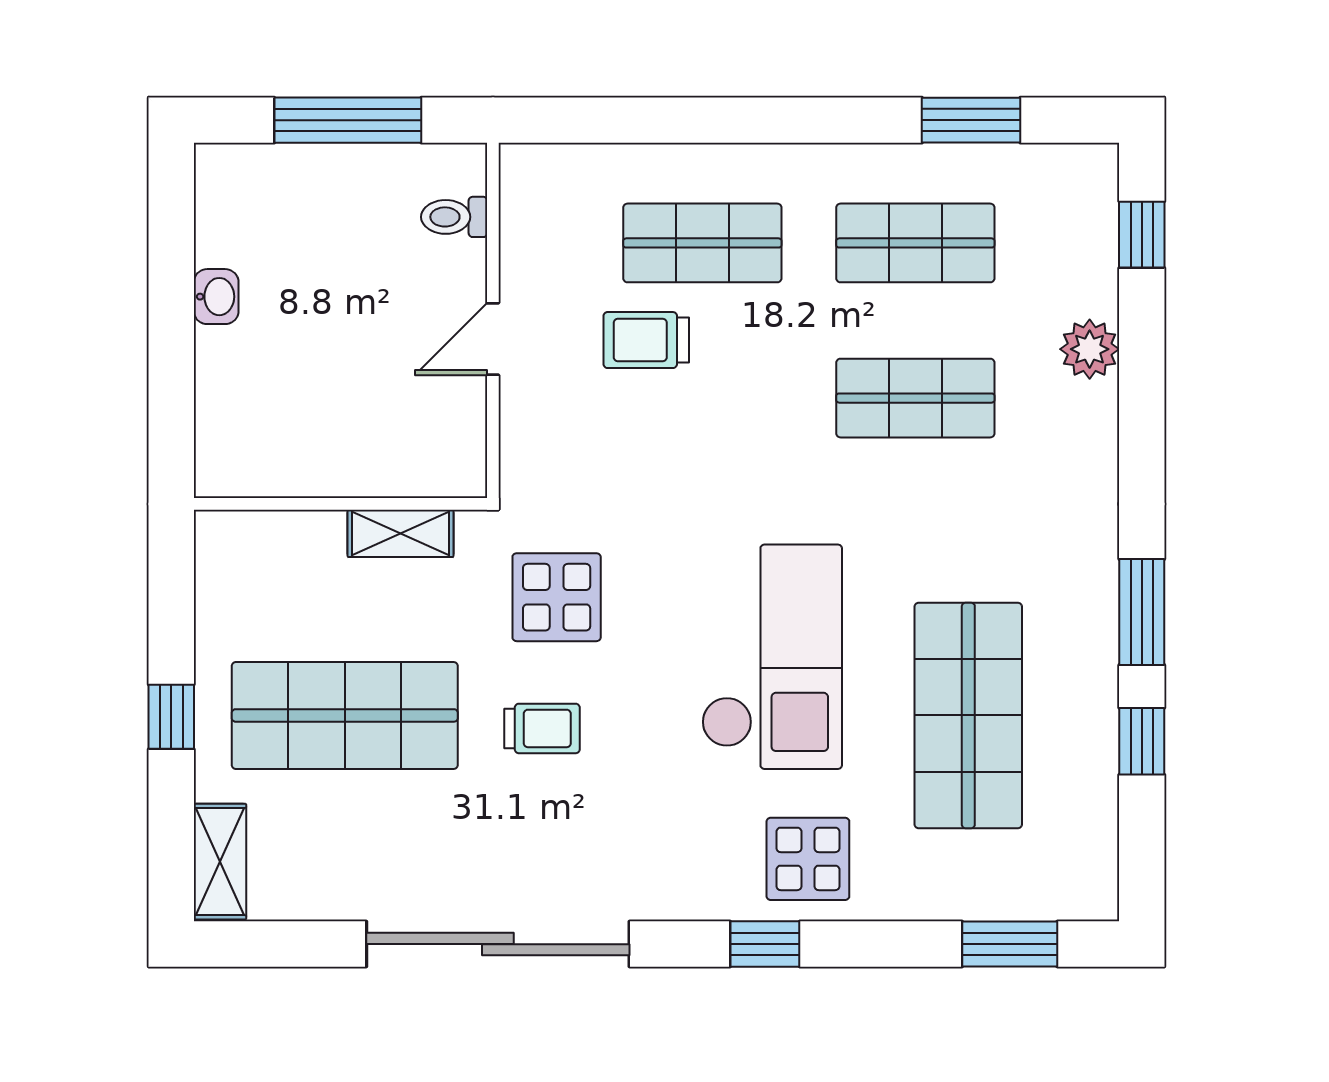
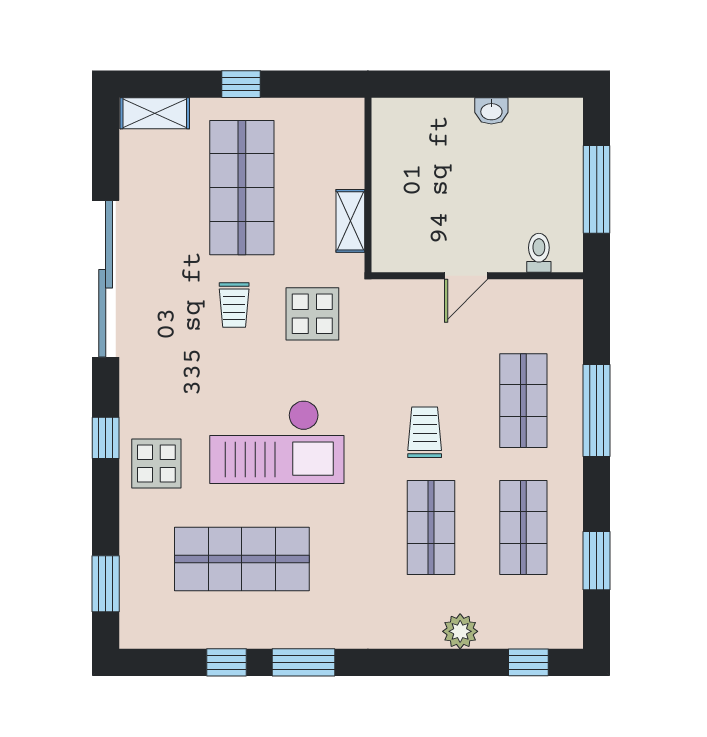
window: (719, 120) -> (597, 411), added
door: (493, 339) -> (466, 276), swing flipped
trolley: (646, 340) -> (425, 432), moved

